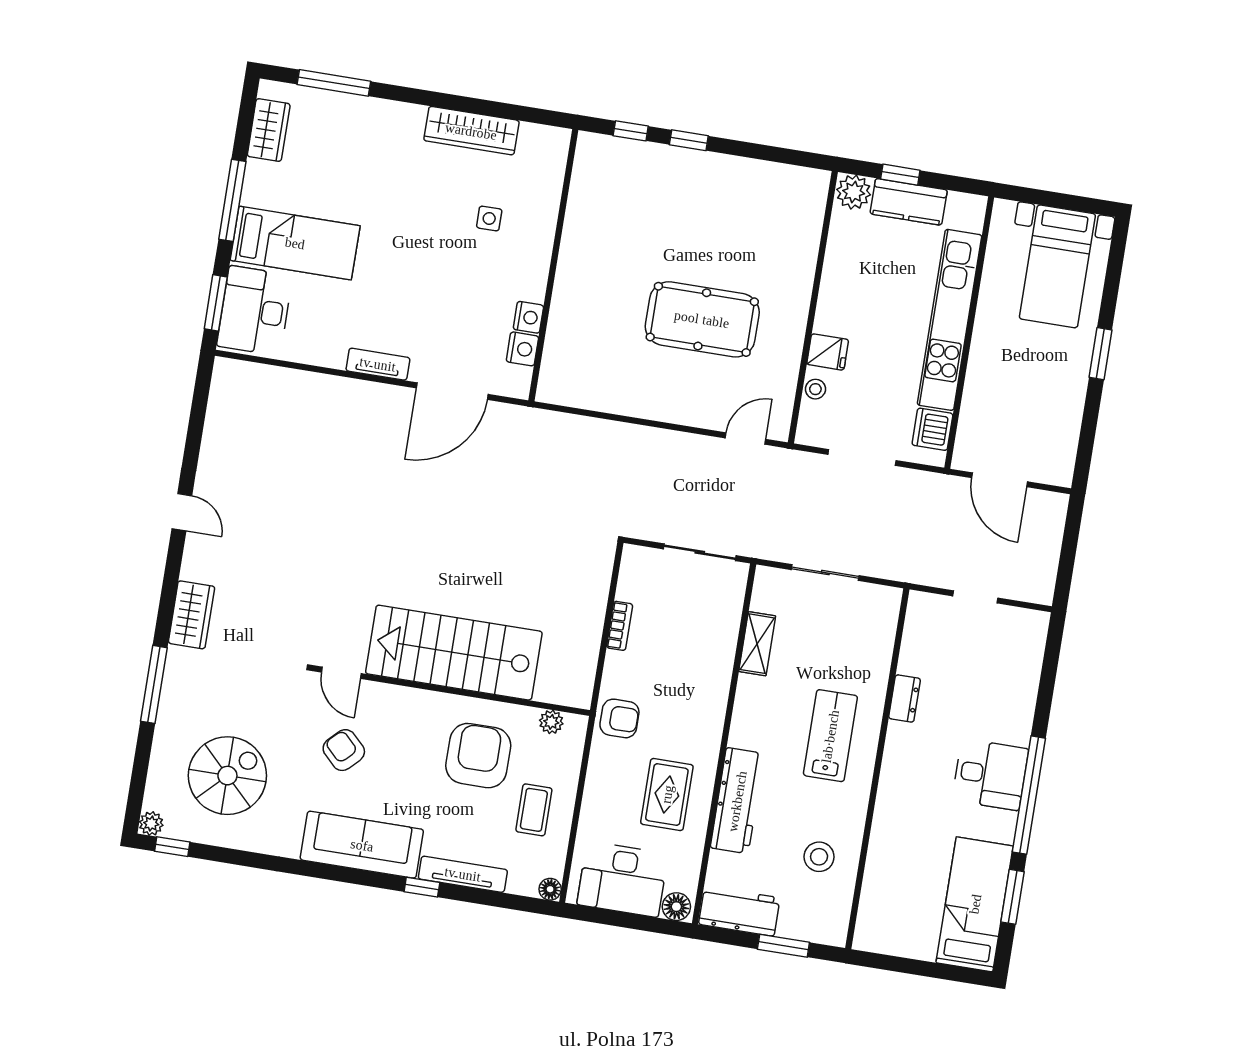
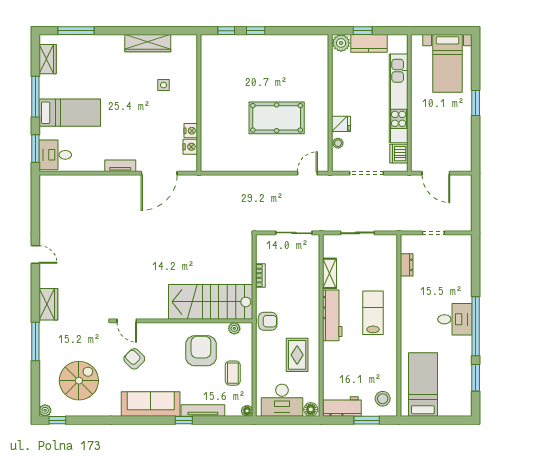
desk: (255, 311) -> (55, 155), width x0.73
stairs: (454, 653) -> (211, 302), moved
dresser: (905, 698) -> (407, 265), moved
workbench: (737, 801) -> (332, 315), moved
stool: (819, 857) -> (383, 399), moved
bed: (975, 904) -> (423, 385), moved

